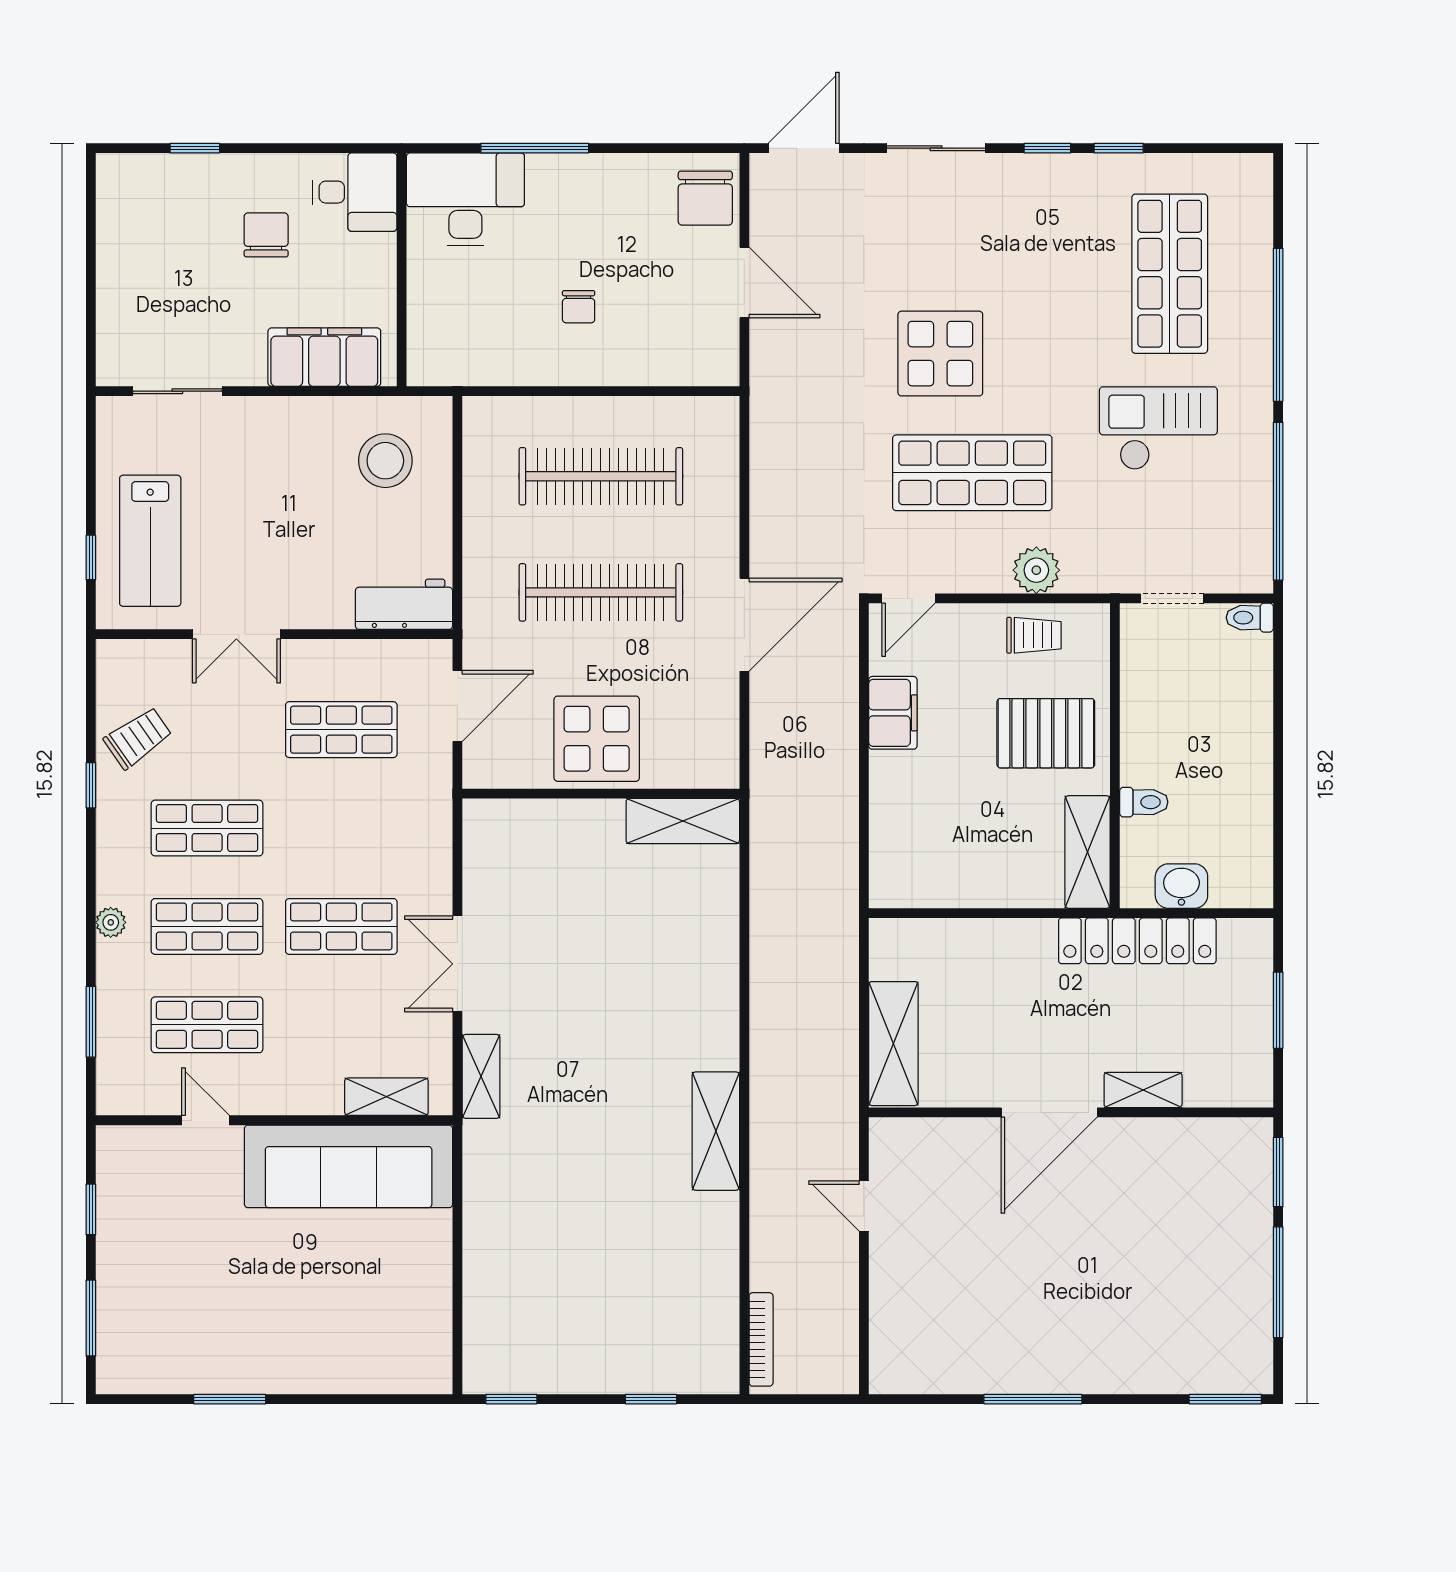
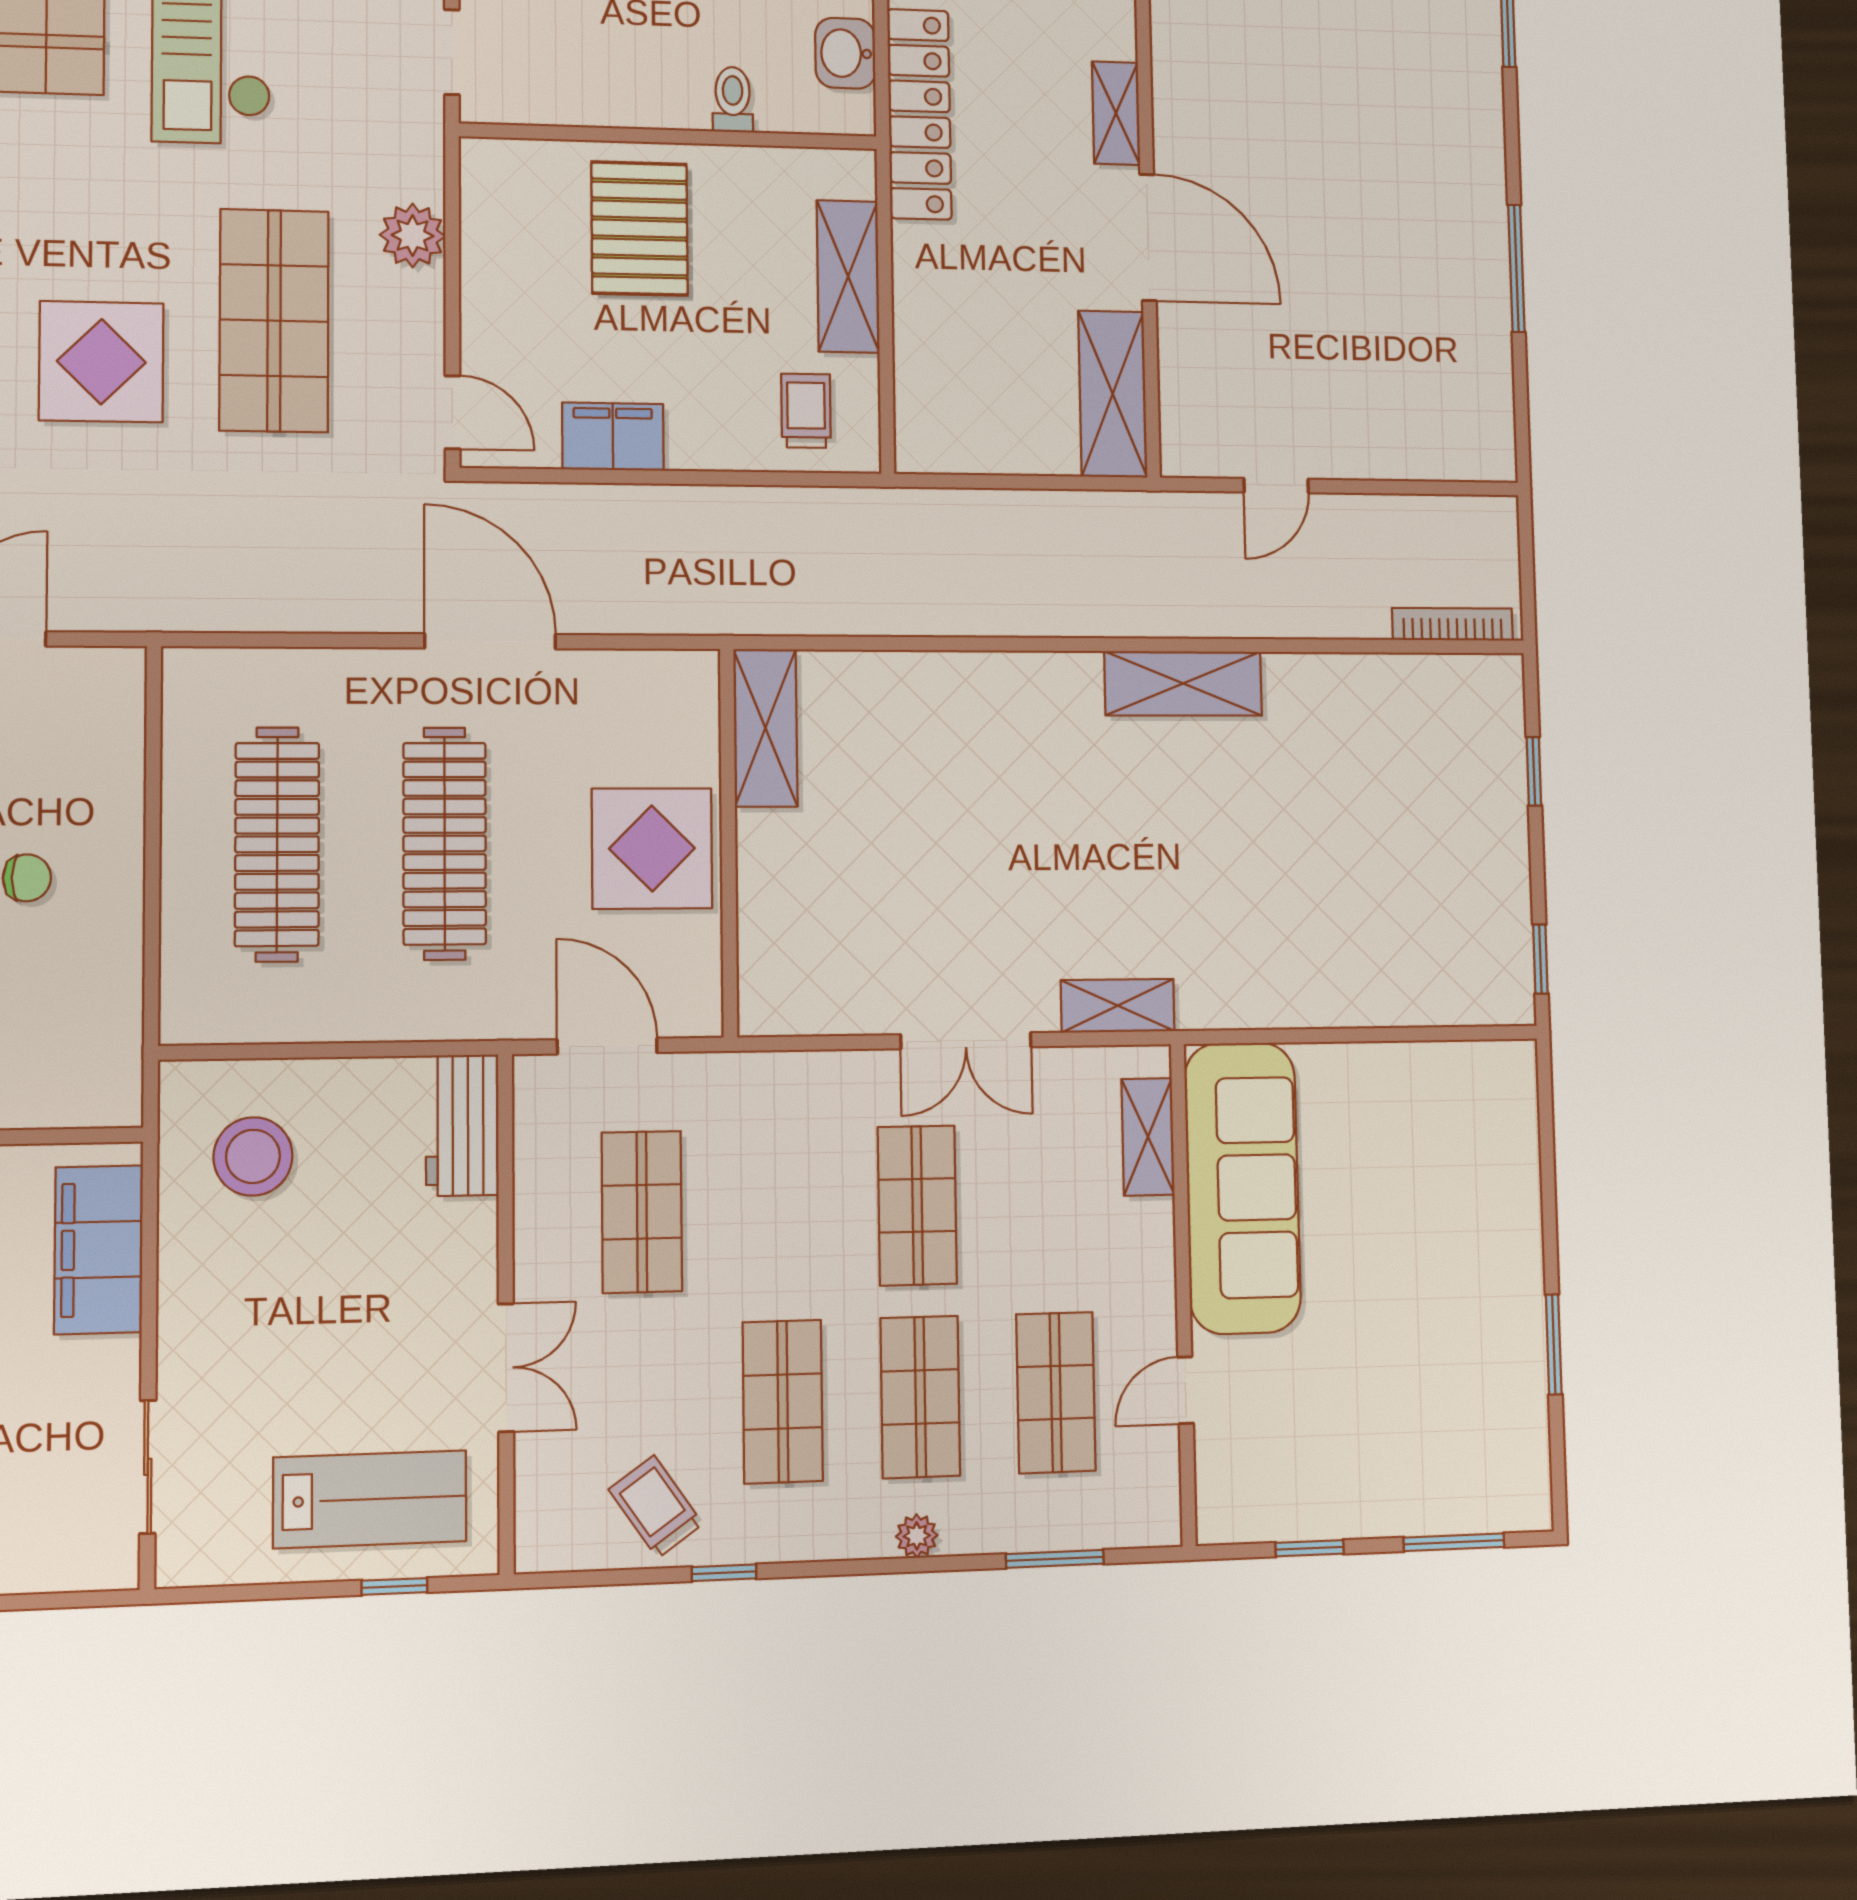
trolley: (1034, 635) -> (806, 411), moved
shelving: (1088, 852) -> (848, 276), moved, turned 90
shelving: (893, 1044) -> (1113, 394), moved, turned 90

